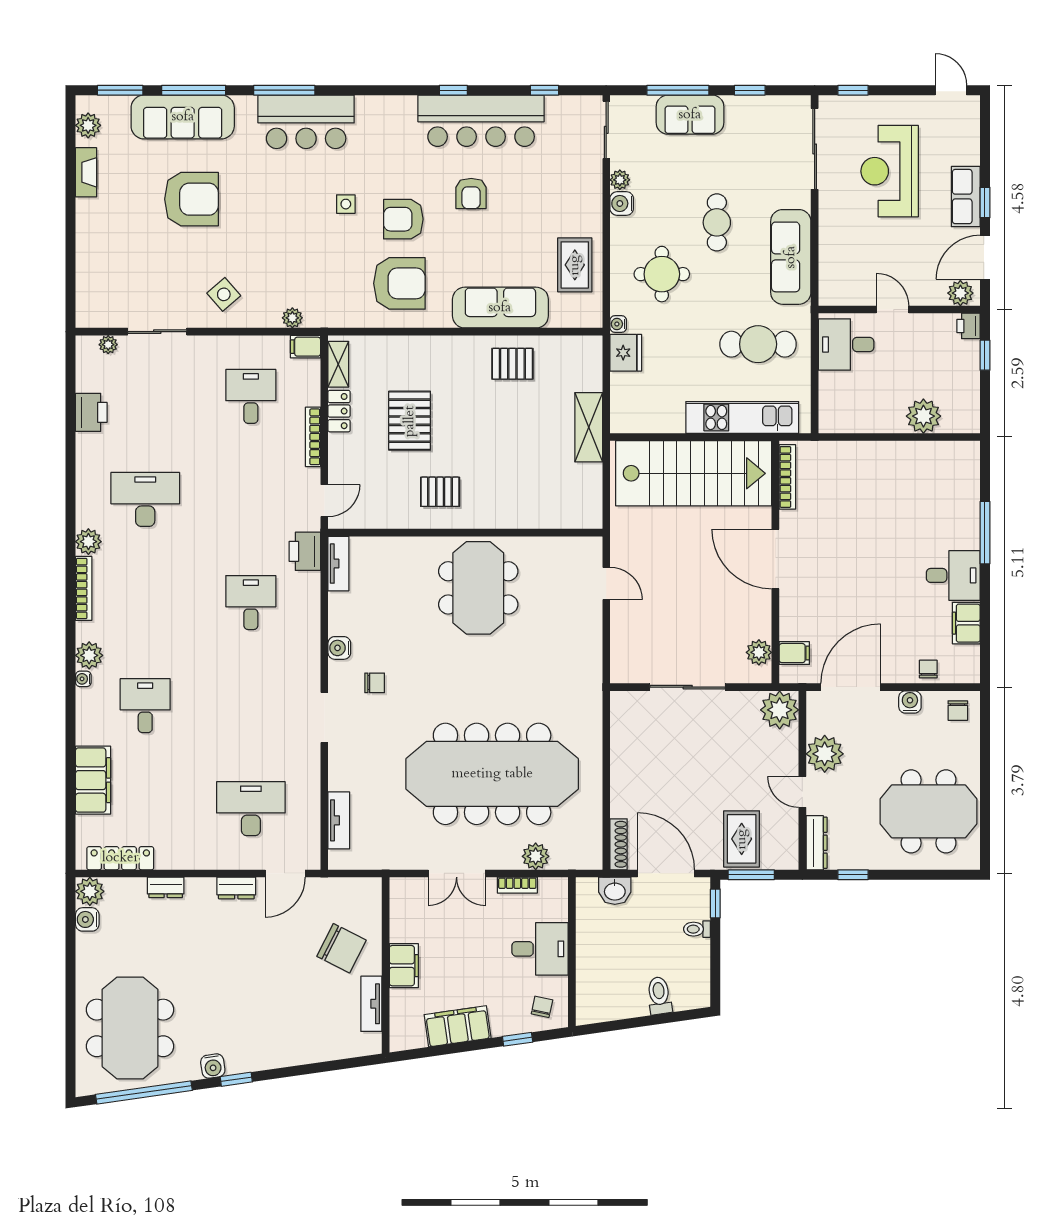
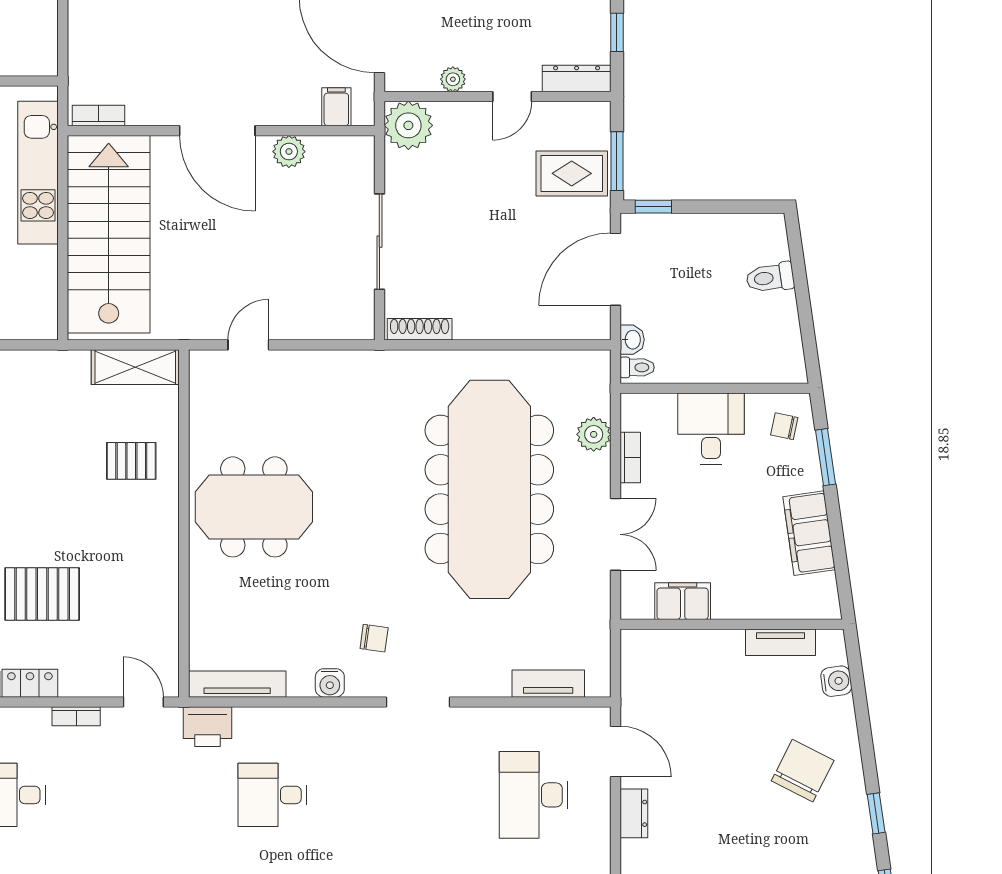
shelving: (589, 427) -> (135, 367), moved
bookcase: (313, 437) -> (76, 716), width x0.64
bookcase: (787, 477) -> (99, 116), width x0.64
pallet: (440, 492) -> (131, 461), moved, turned 90
door: (775, 559) -> (217, 131), hinge flipped
tv unit: (338, 564) -> (237, 684), width x1.41
plant: (759, 652) -> (289, 152), moved
chair: (375, 683) -> (374, 638), turned 98
plant: (825, 754) -> (453, 79), width x0.53, depth x0.53
shoe rack: (619, 844) -> (420, 329), moved
washbasin: (615, 891) -> (632, 340), width x0.72, depth x0.69
toilet: (697, 929) -> (637, 367), moved, turned -90
chair: (341, 948) -> (803, 771), moved
filing cabinet: (404, 966) -> (683, 601), moved
window: (518, 1039) -> (825, 457), width x1.50
water cooler: (213, 1066) -> (836, 681), moved

